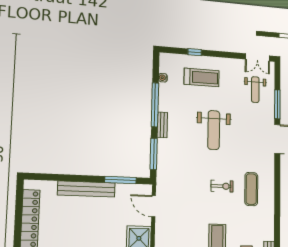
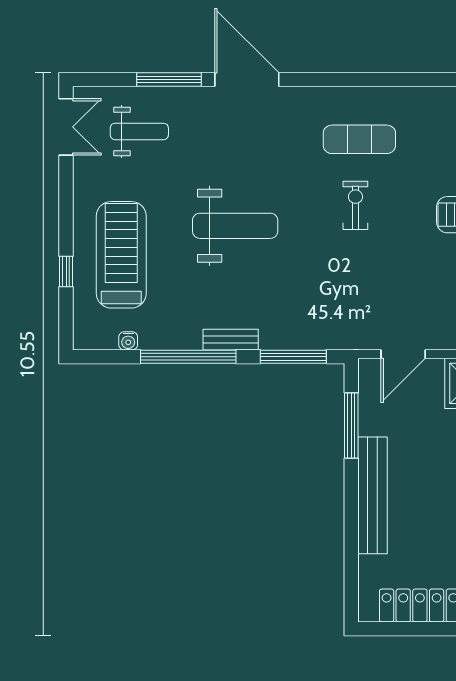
treadmill: (202, 77) -> (121, 255), width x1.37, depth x1.38

